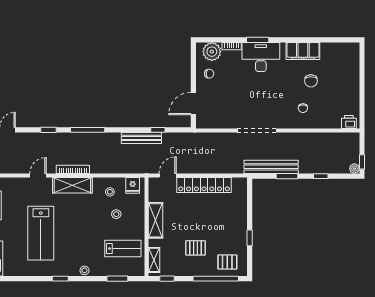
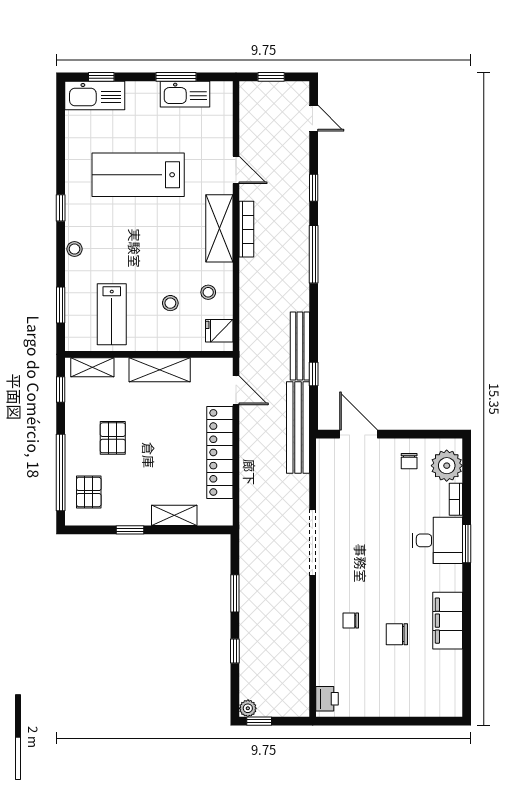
desk: (261, 57) -> (437, 540), width x0.73
bench: (271, 167) -> (298, 428), moved
shelving: (241, 212) -> (174, 515), added

